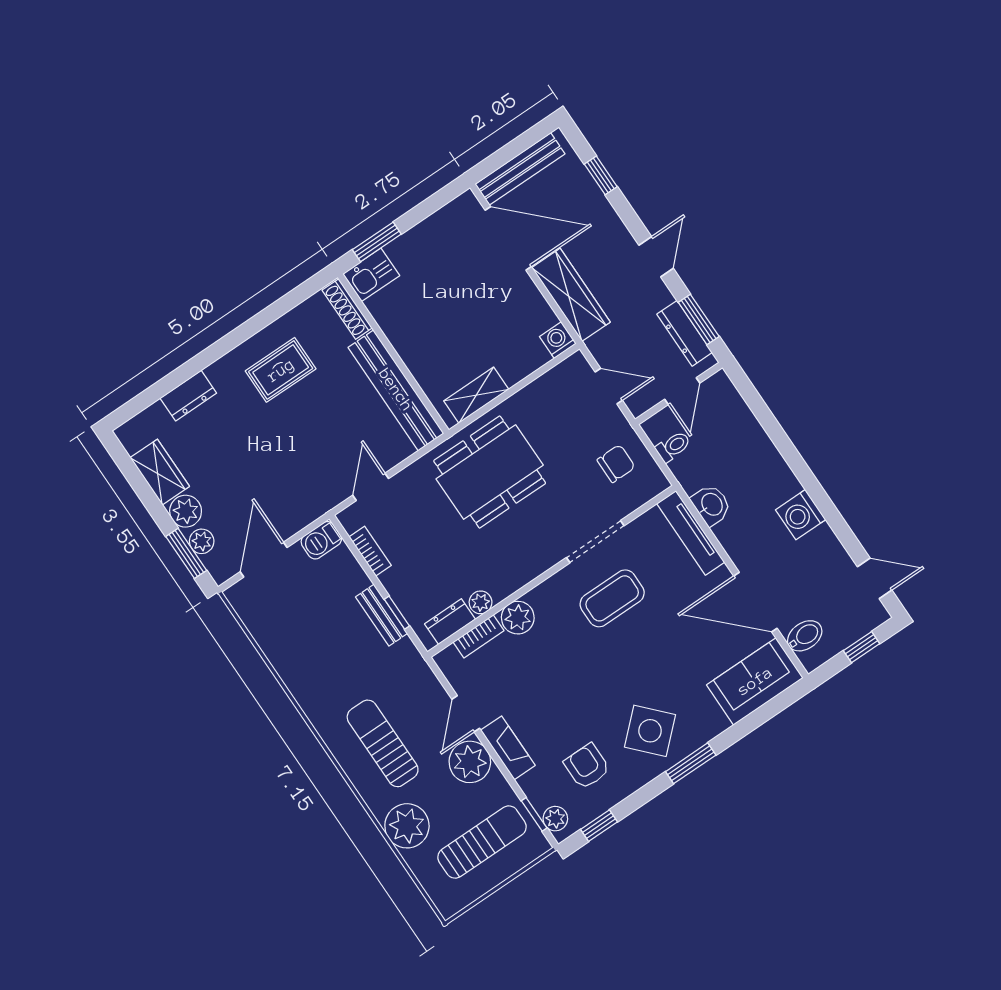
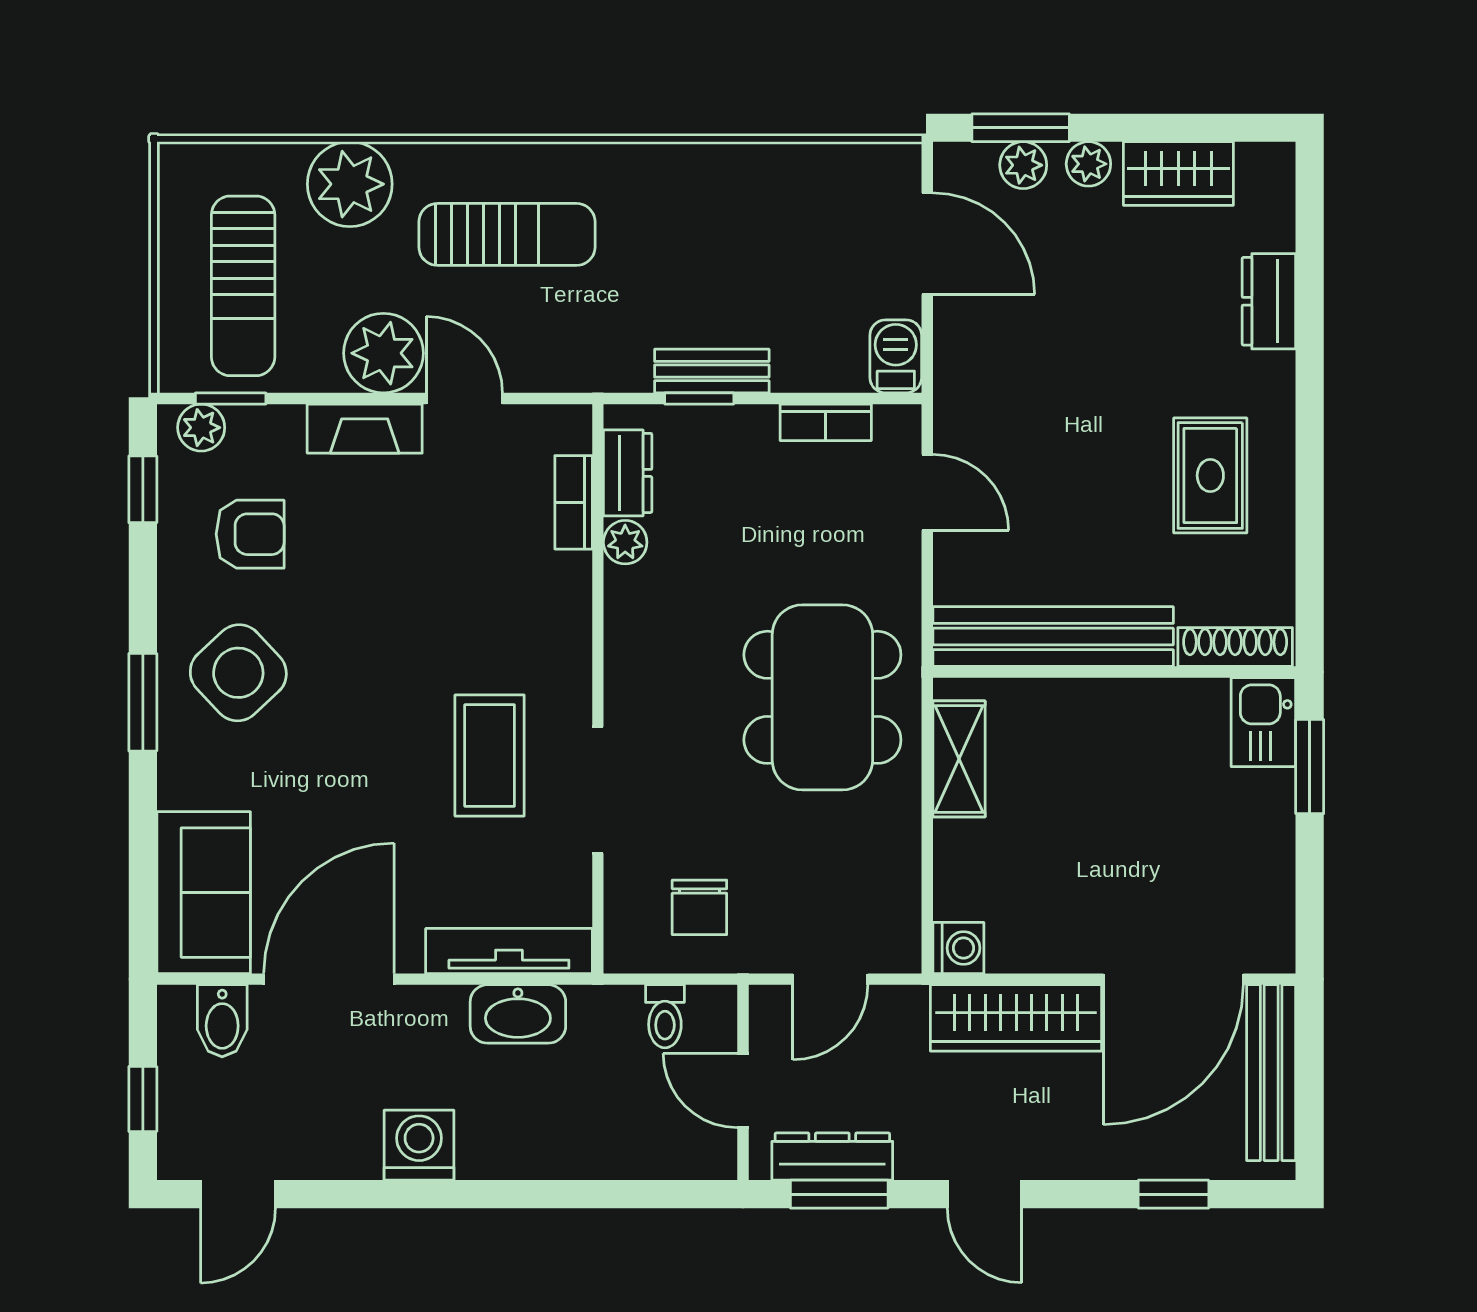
washbasin: (711, 505) -> (518, 1014), width x1.38
plant: (186, 511) -> (1088, 164), width x0.73, depth x0.73
plant: (518, 618) -> (561, 585), removed

